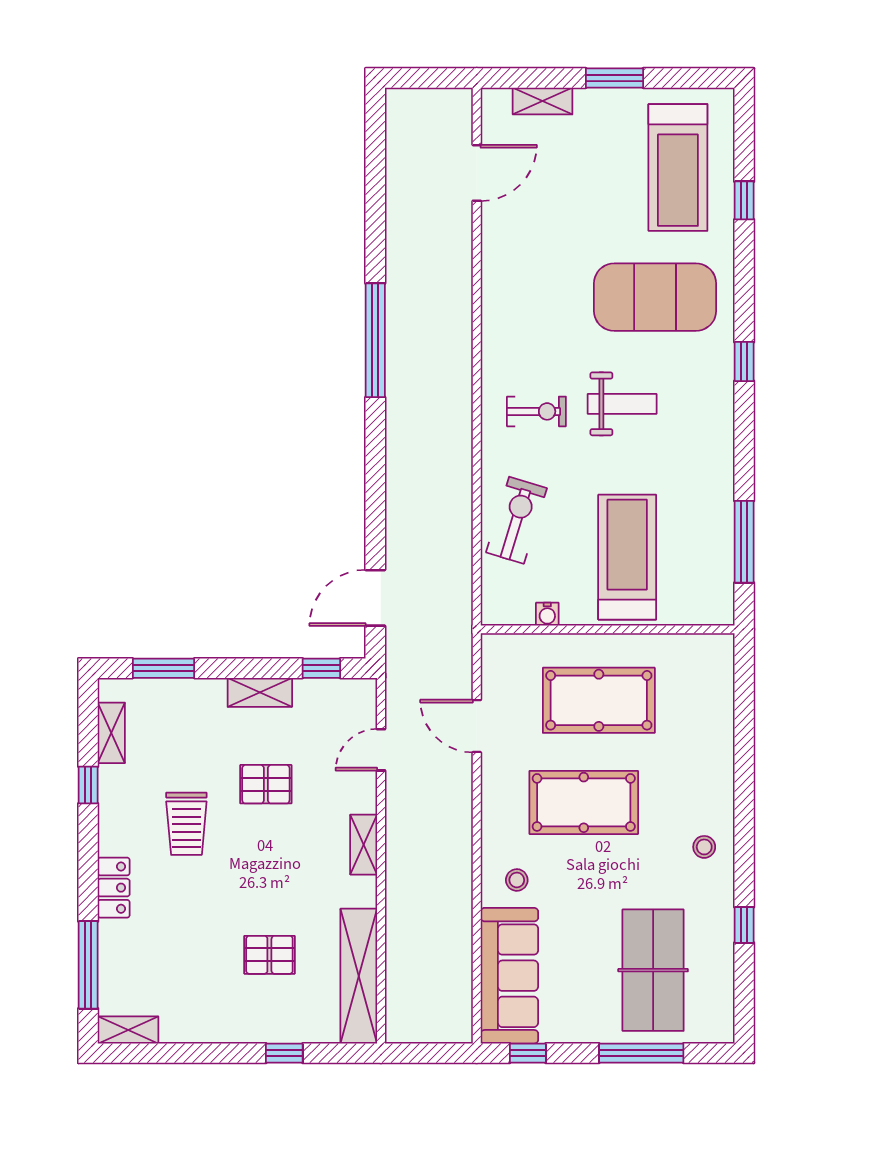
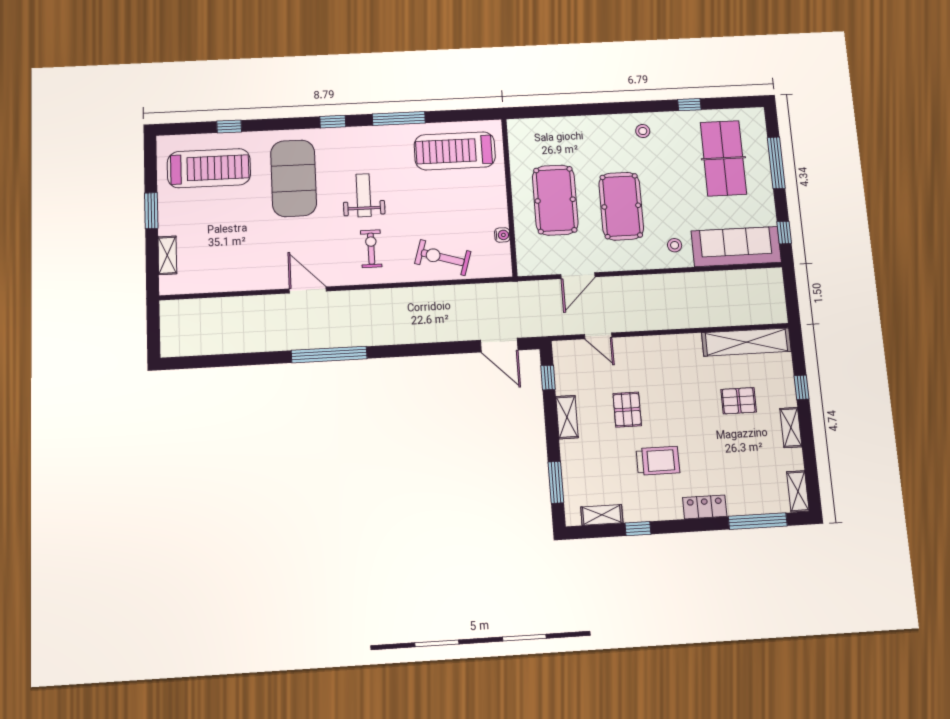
door: (477, 173) -> (308, 290), moved
window: (744, 542) -> (399, 118), moved
treadmill: (627, 557) -> (455, 151), moved
shelving: (364, 845) -> (791, 427), moved, turned 90
pallet: (269, 955) -> (739, 401), turned 90
table tennis table: (653, 970) -> (723, 158), turned 90

